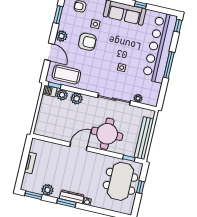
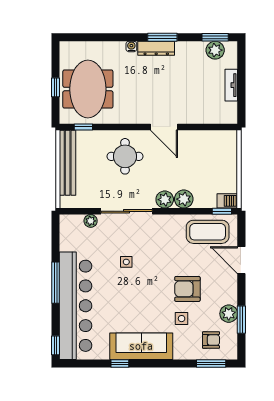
plant: (61, 36) -> (229, 314), moved
plant: (62, 95) -> (165, 200), moved
round table: (107, 134) -> (125, 156), width x0.73, depth x0.73
door: (78, 146) -> (164, 127), hinge flipped
plant: (48, 190) -> (215, 50), moved

